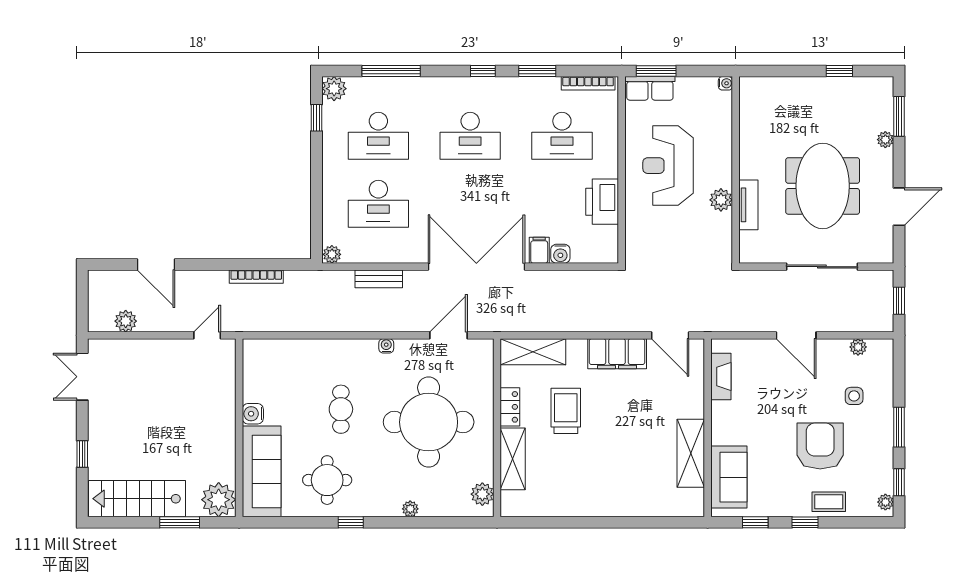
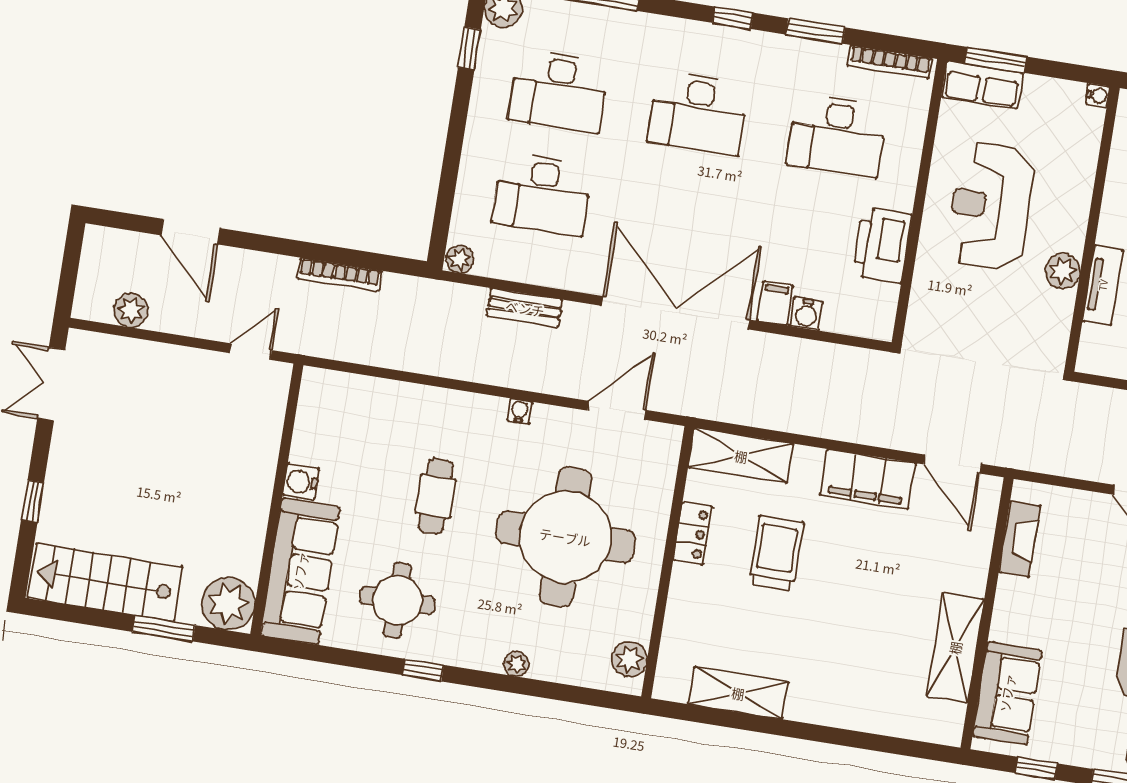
shelving: (513, 459) -> (738, 693), moved, turned 90

